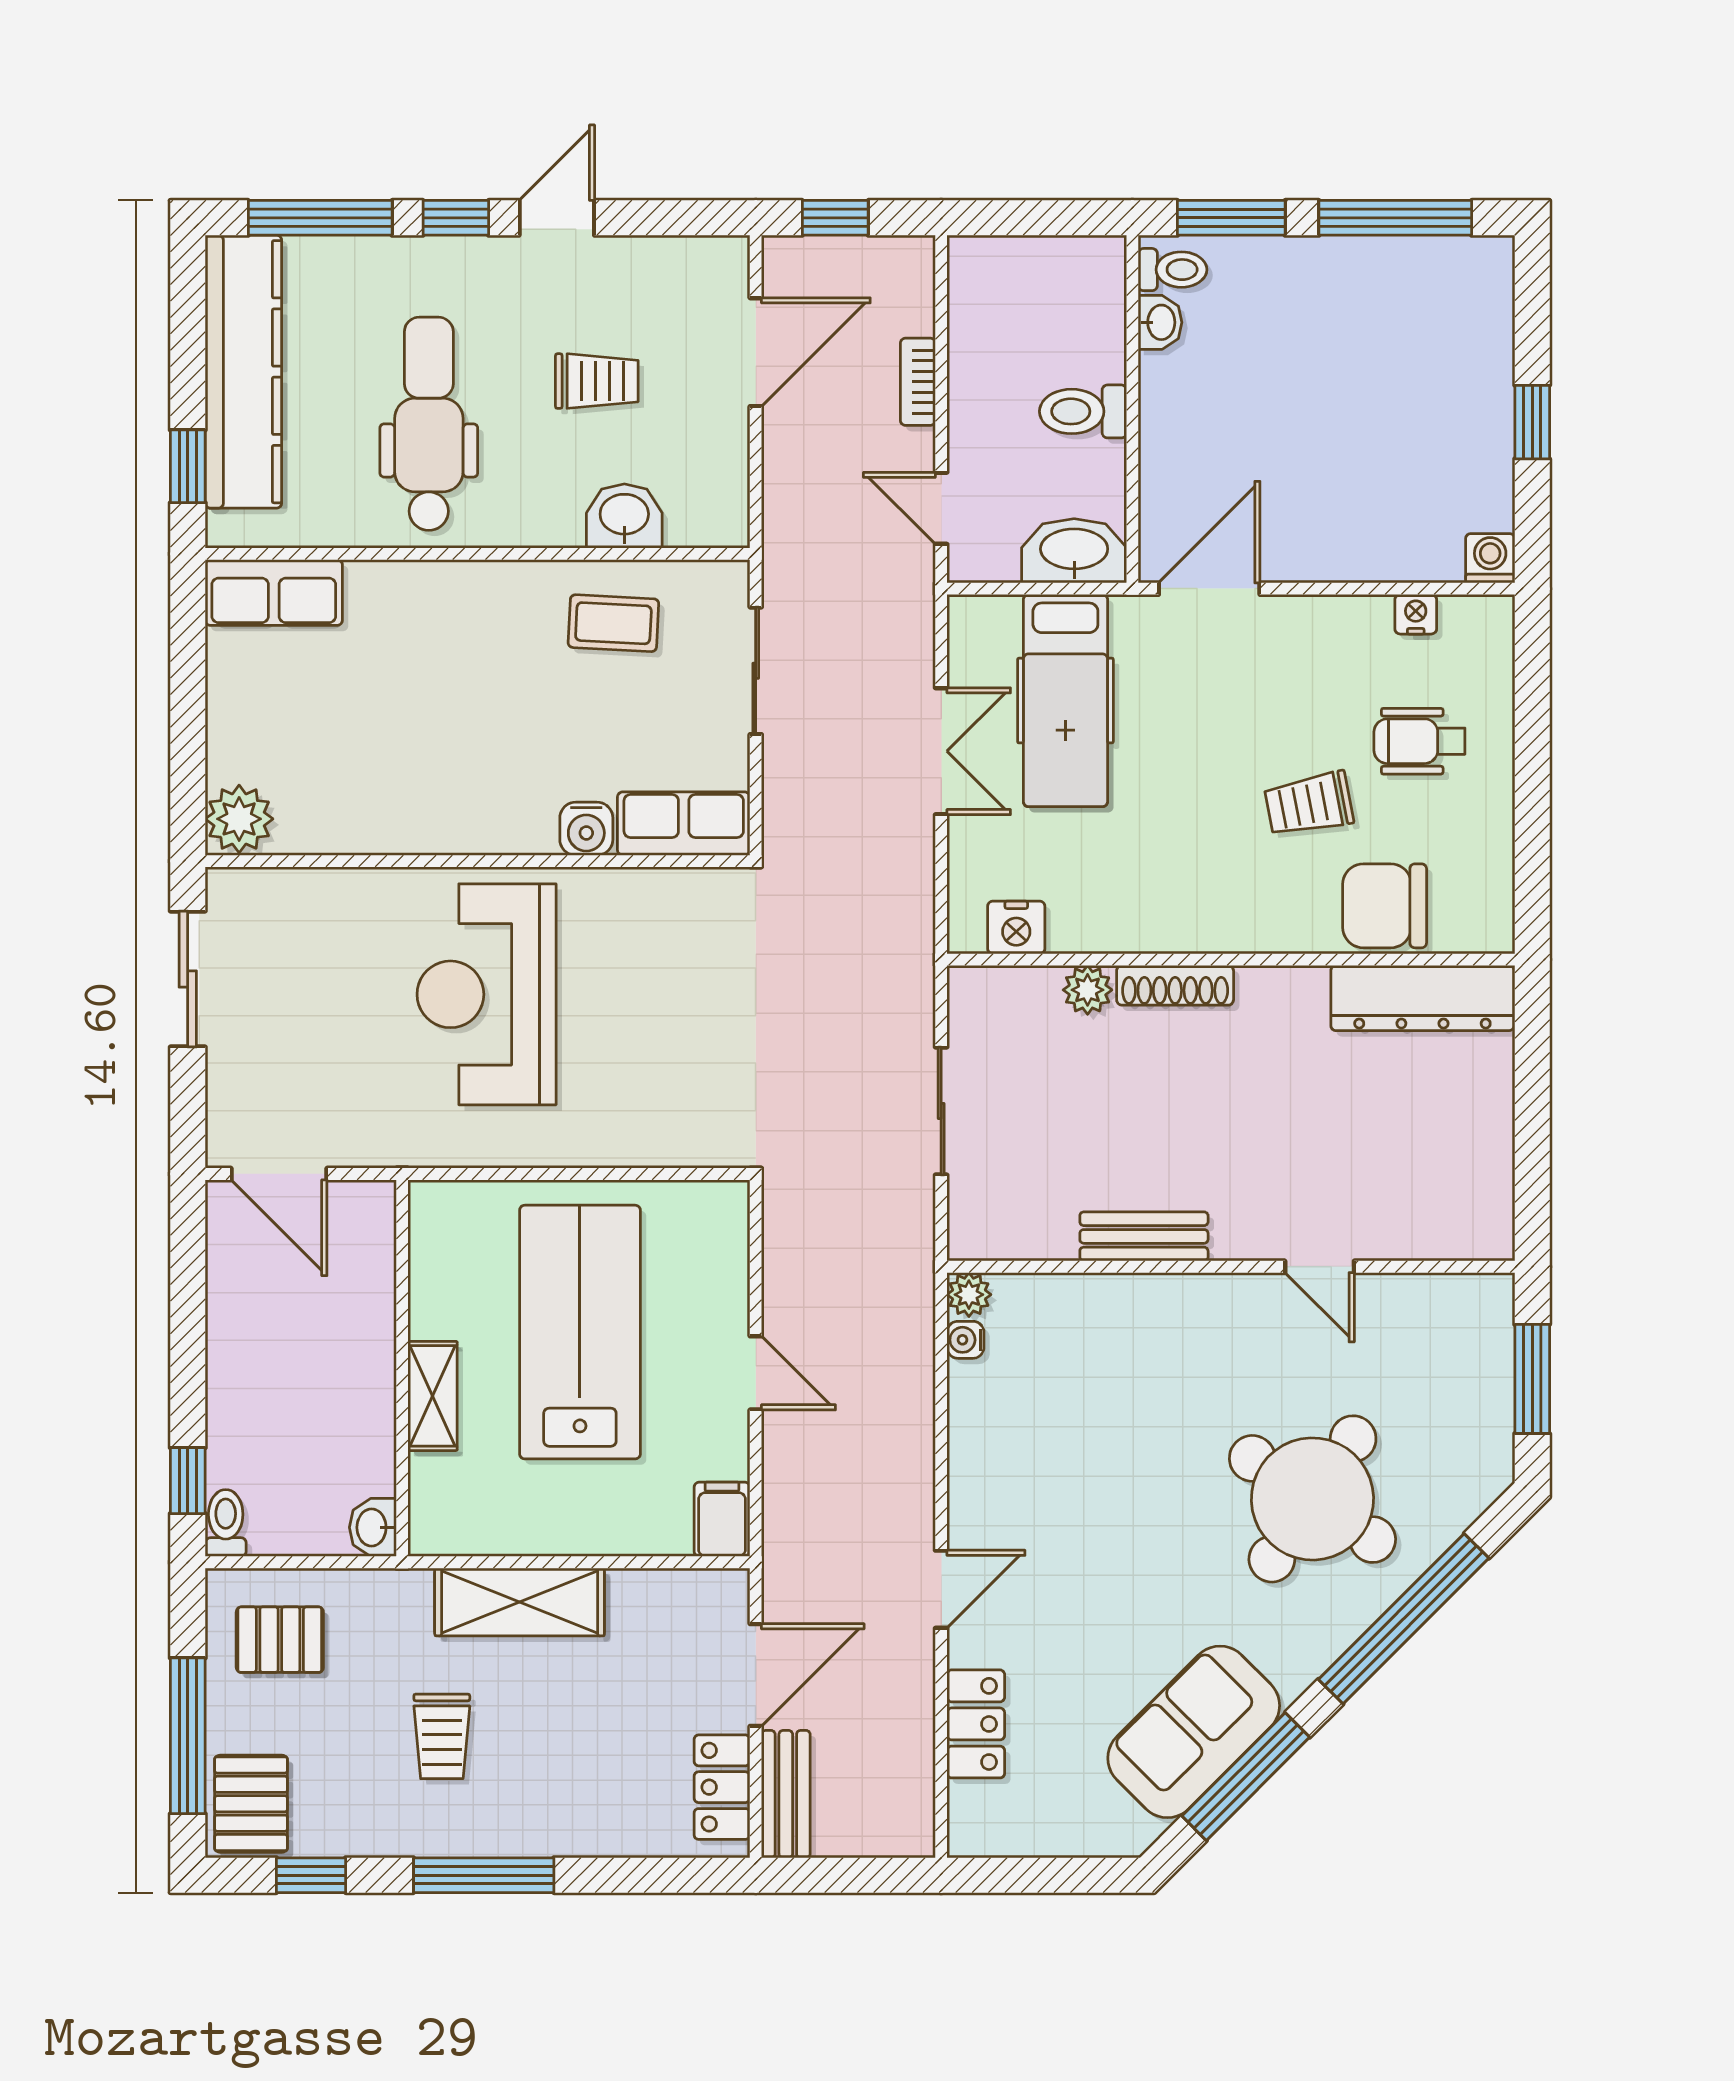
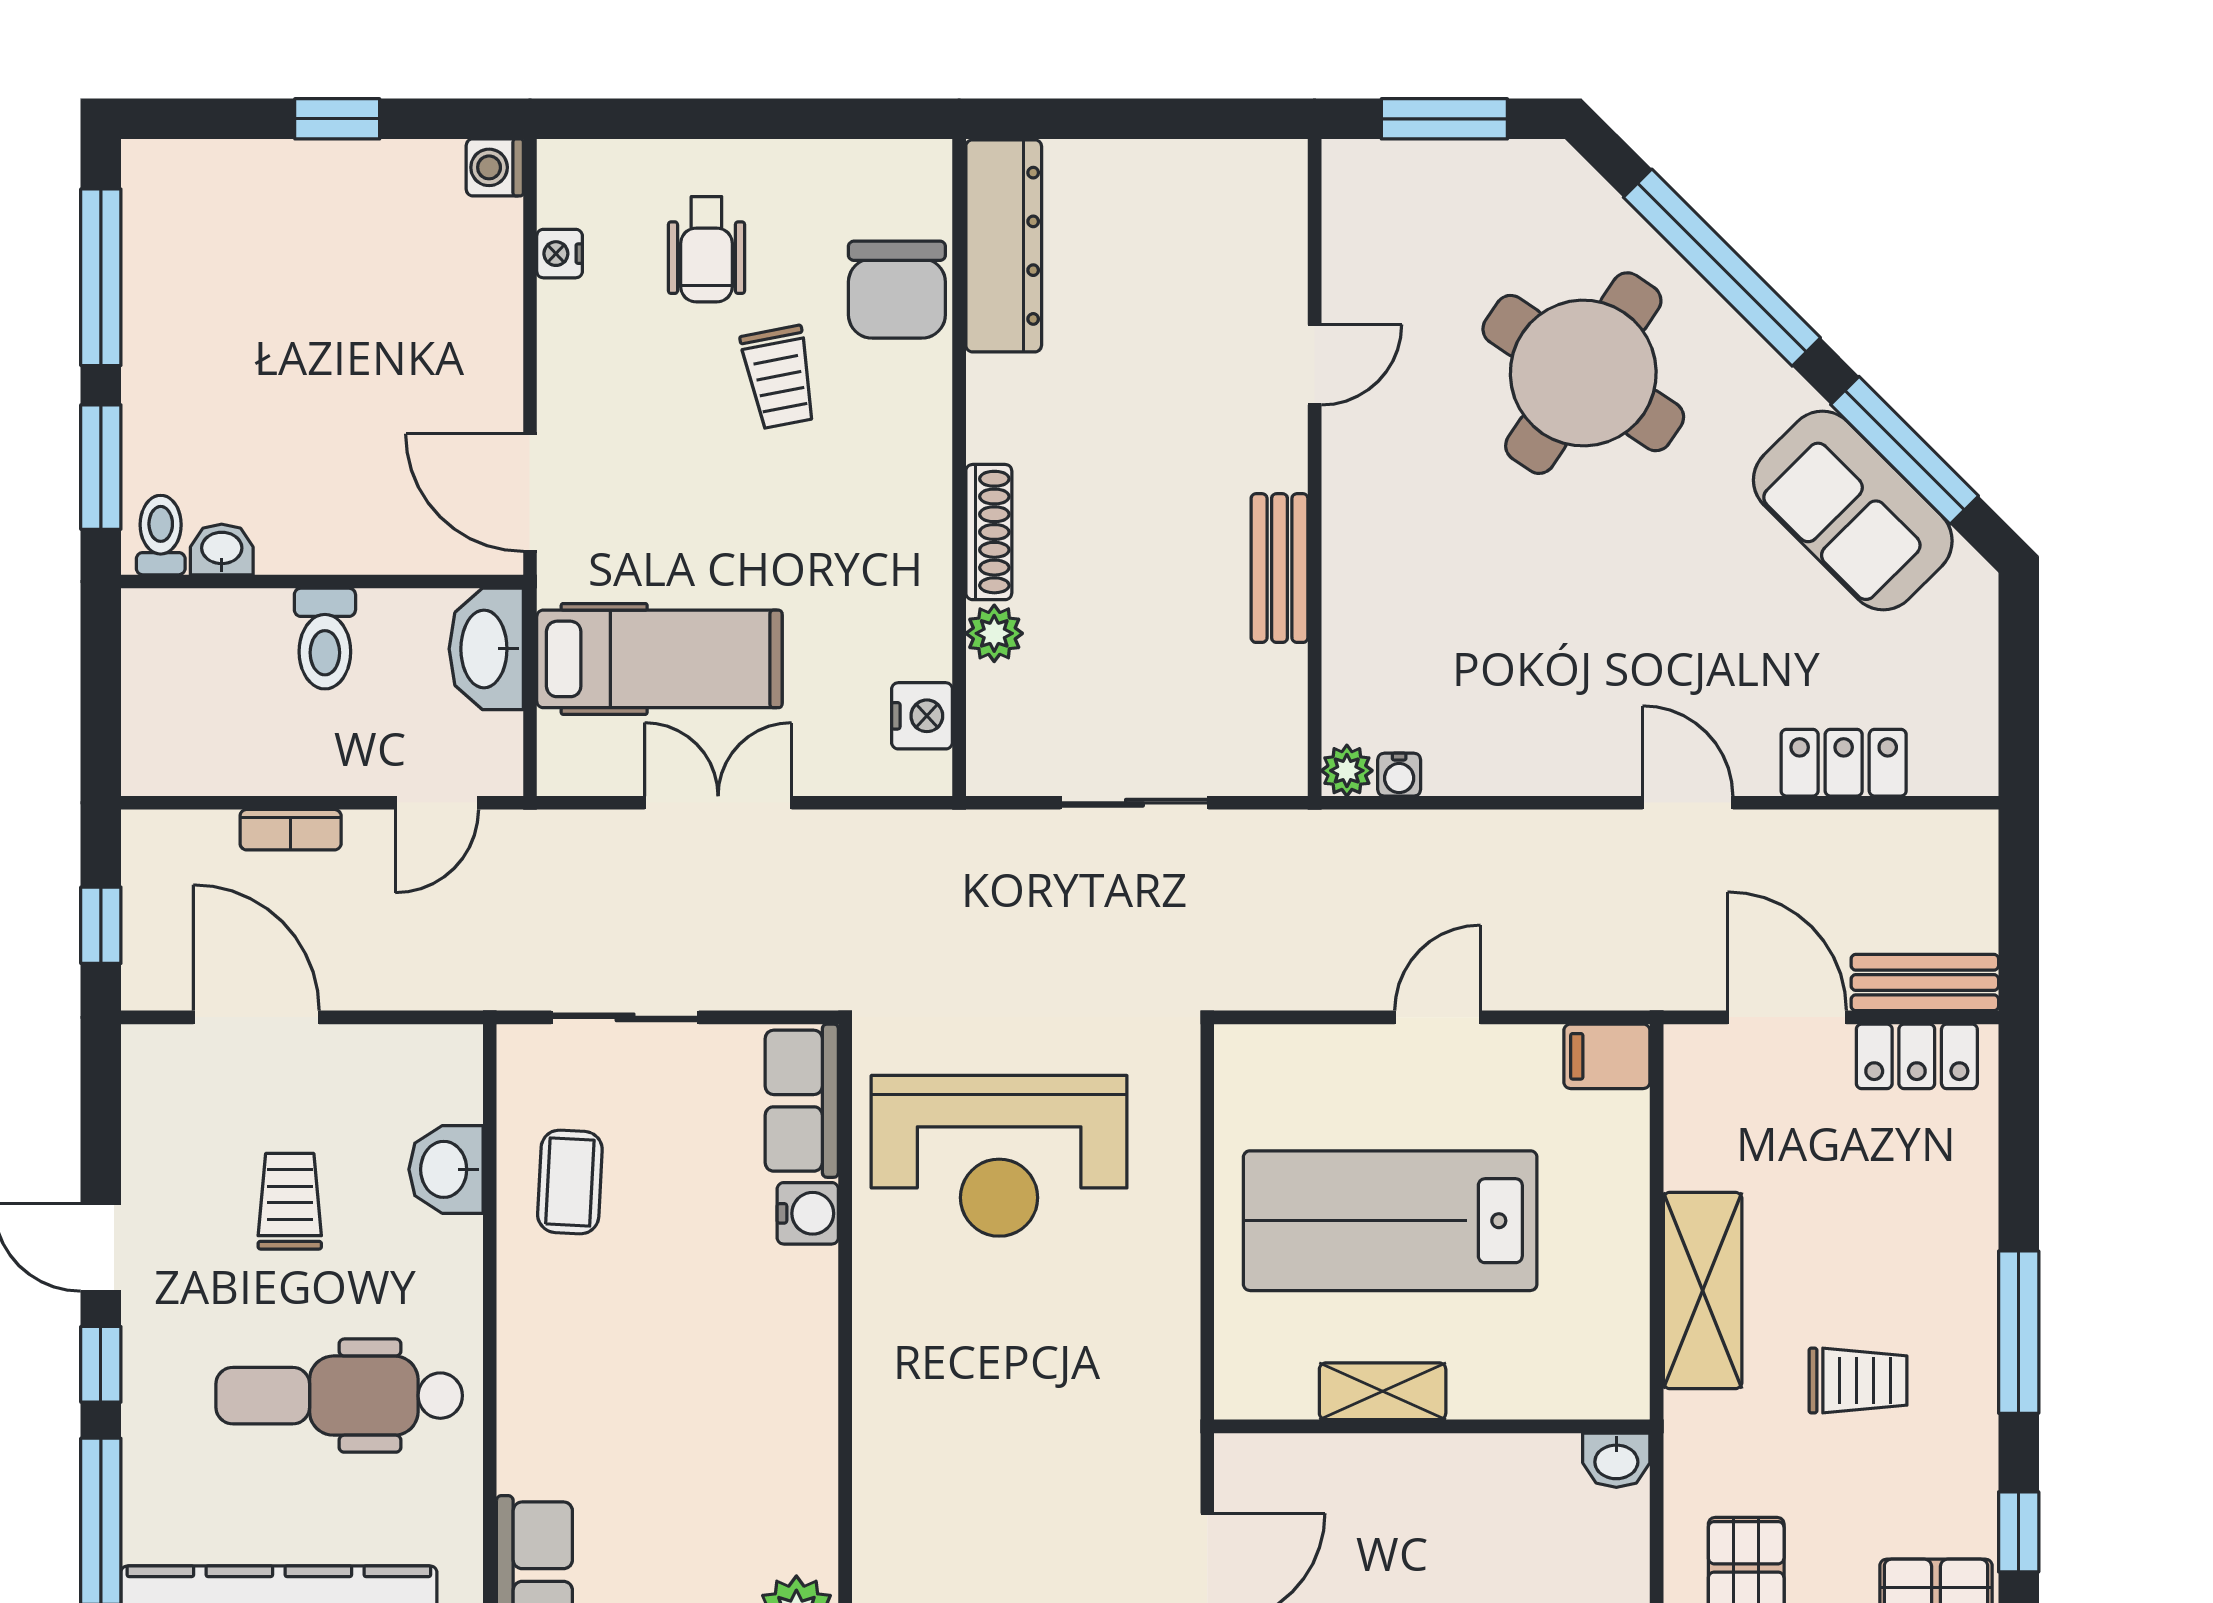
reception desk: (487, 994) -> (999, 1156), moved
shelving: (433, 1396) -> (1383, 1391), moved

